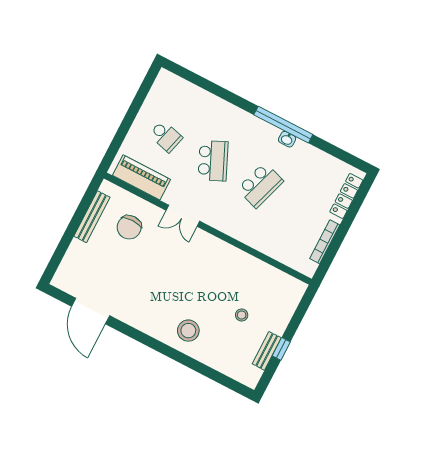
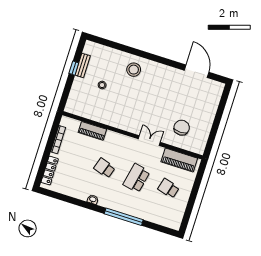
window: (283, 125) -> (124, 217), moved
school desk: (213, 161) -> (136, 178), turned 36
school desk: (260, 185) -> (104, 168), width x0.54
bench: (92, 217) -> (206, 130), removed
piano: (269, 246) -> (92, 131), added

